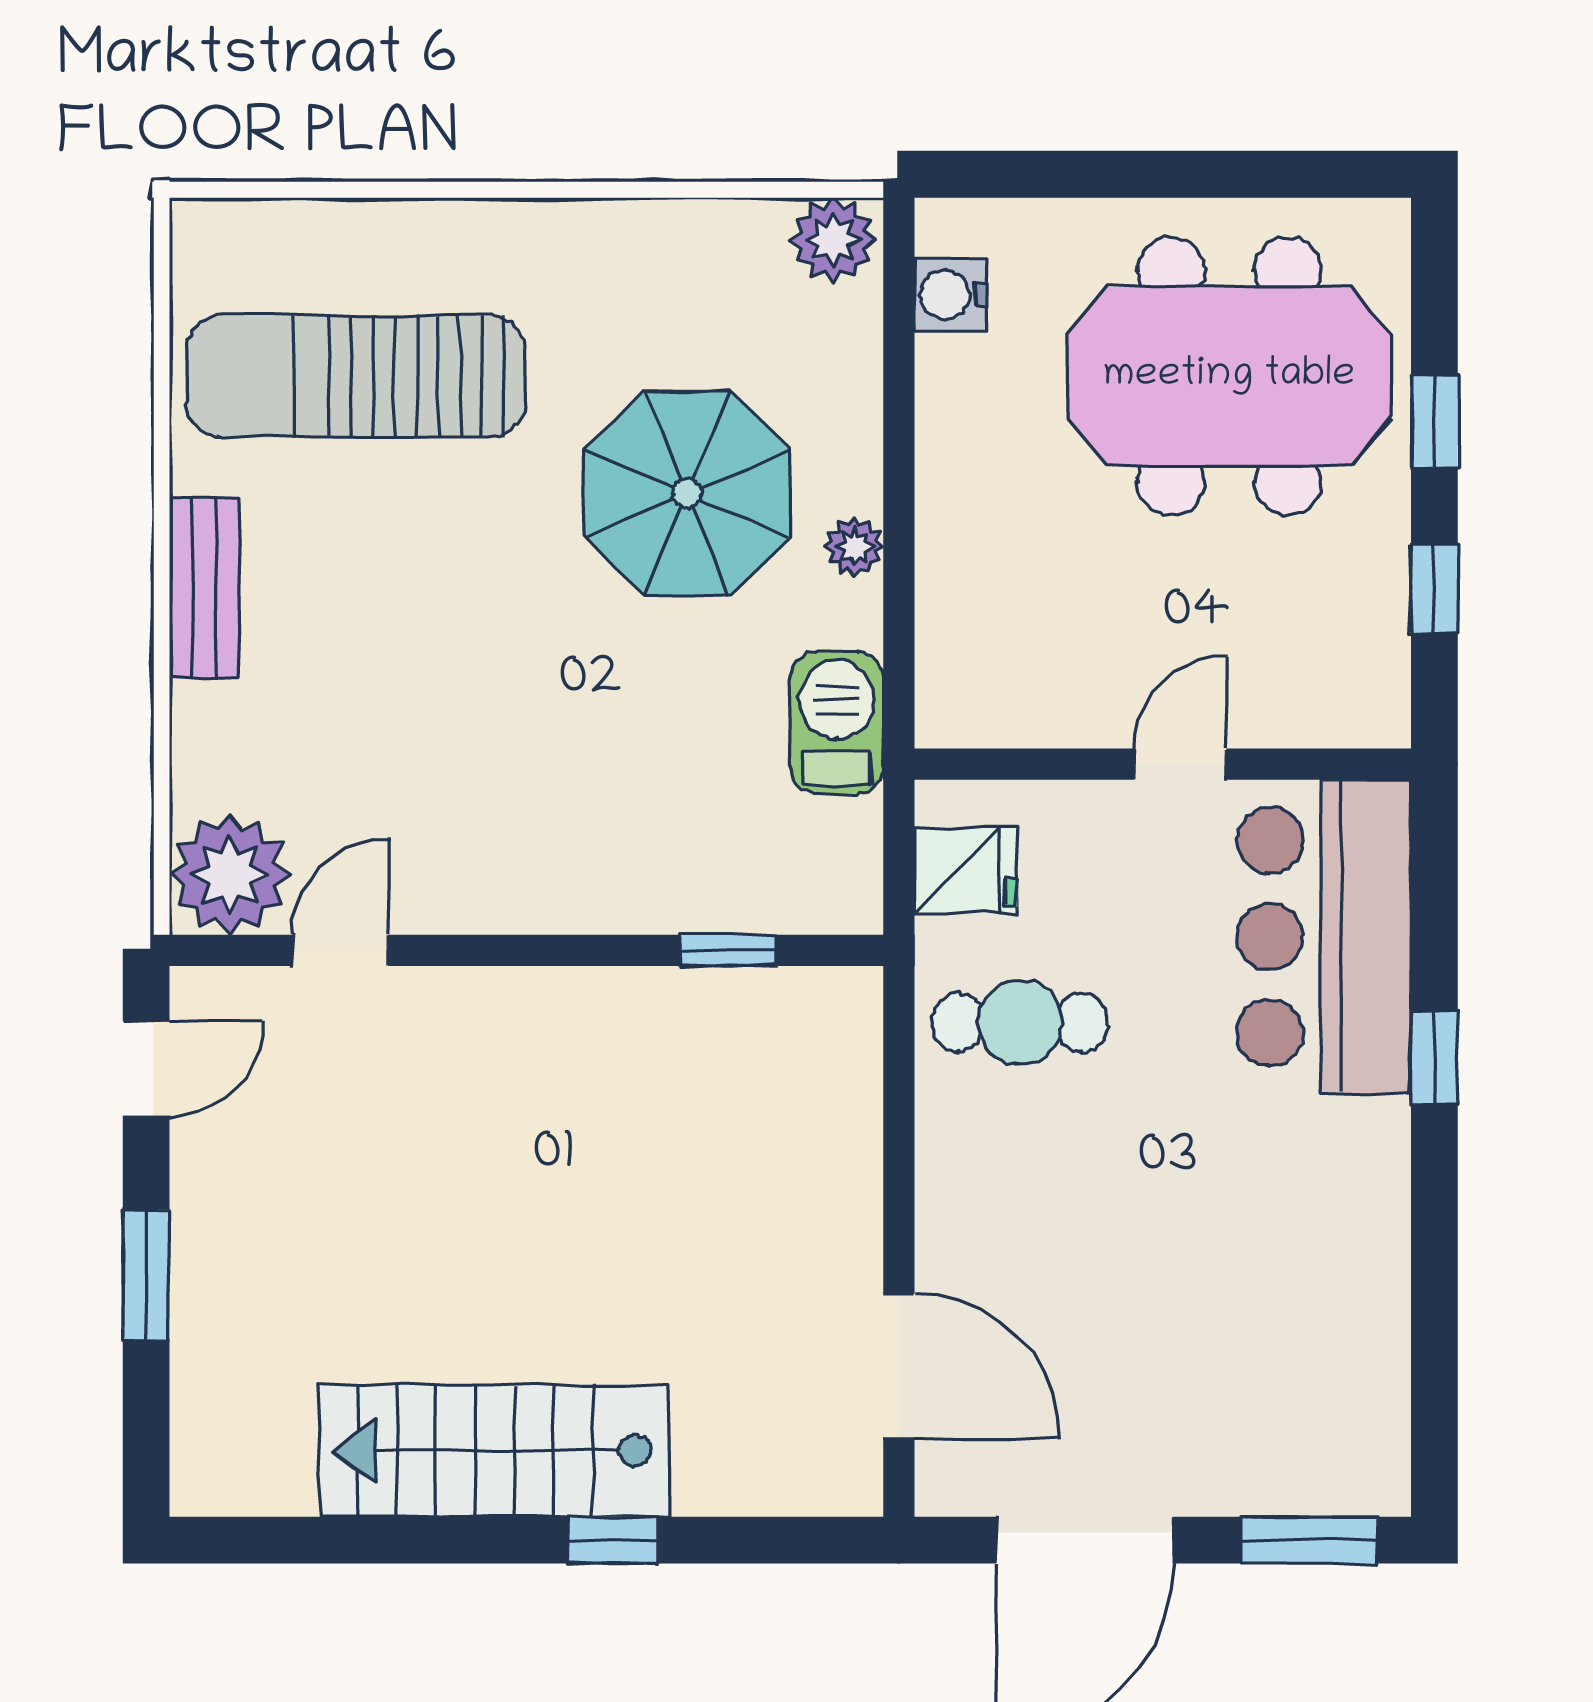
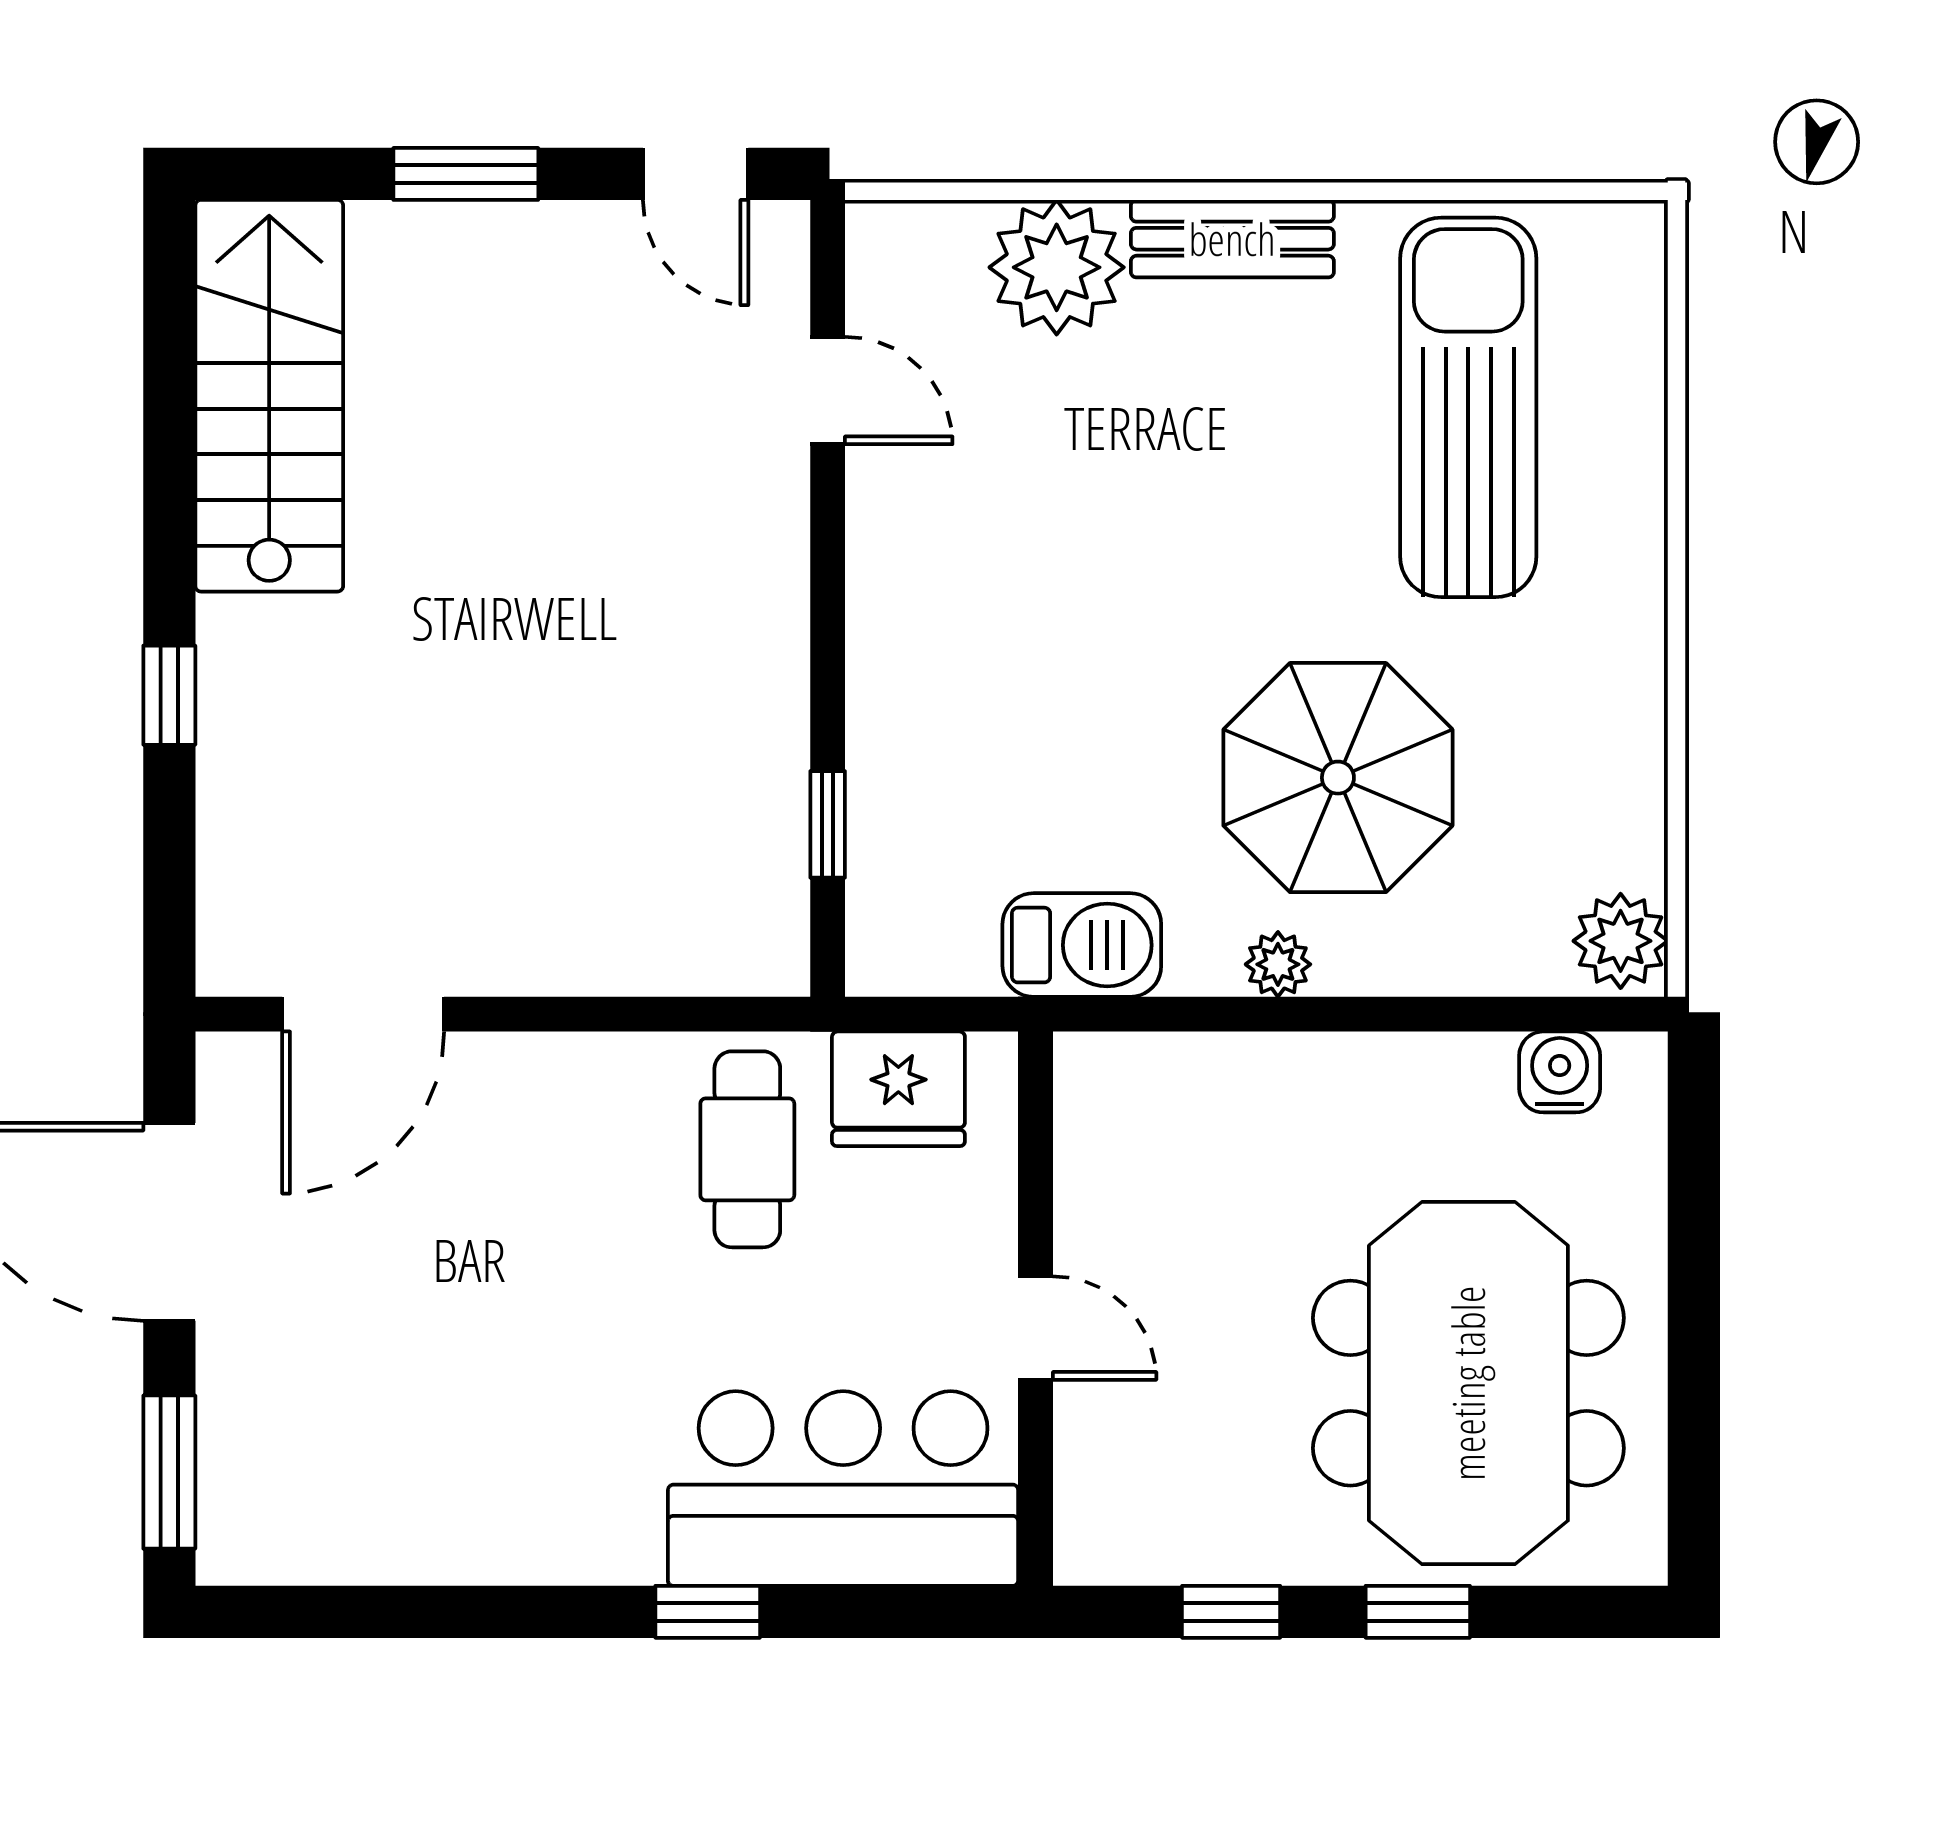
fridge: (966, 870) -> (898, 1089), width x1.38
plant: (230, 874) -> (1057, 267), moved
stairs: (494, 1451) -> (269, 396), moved

